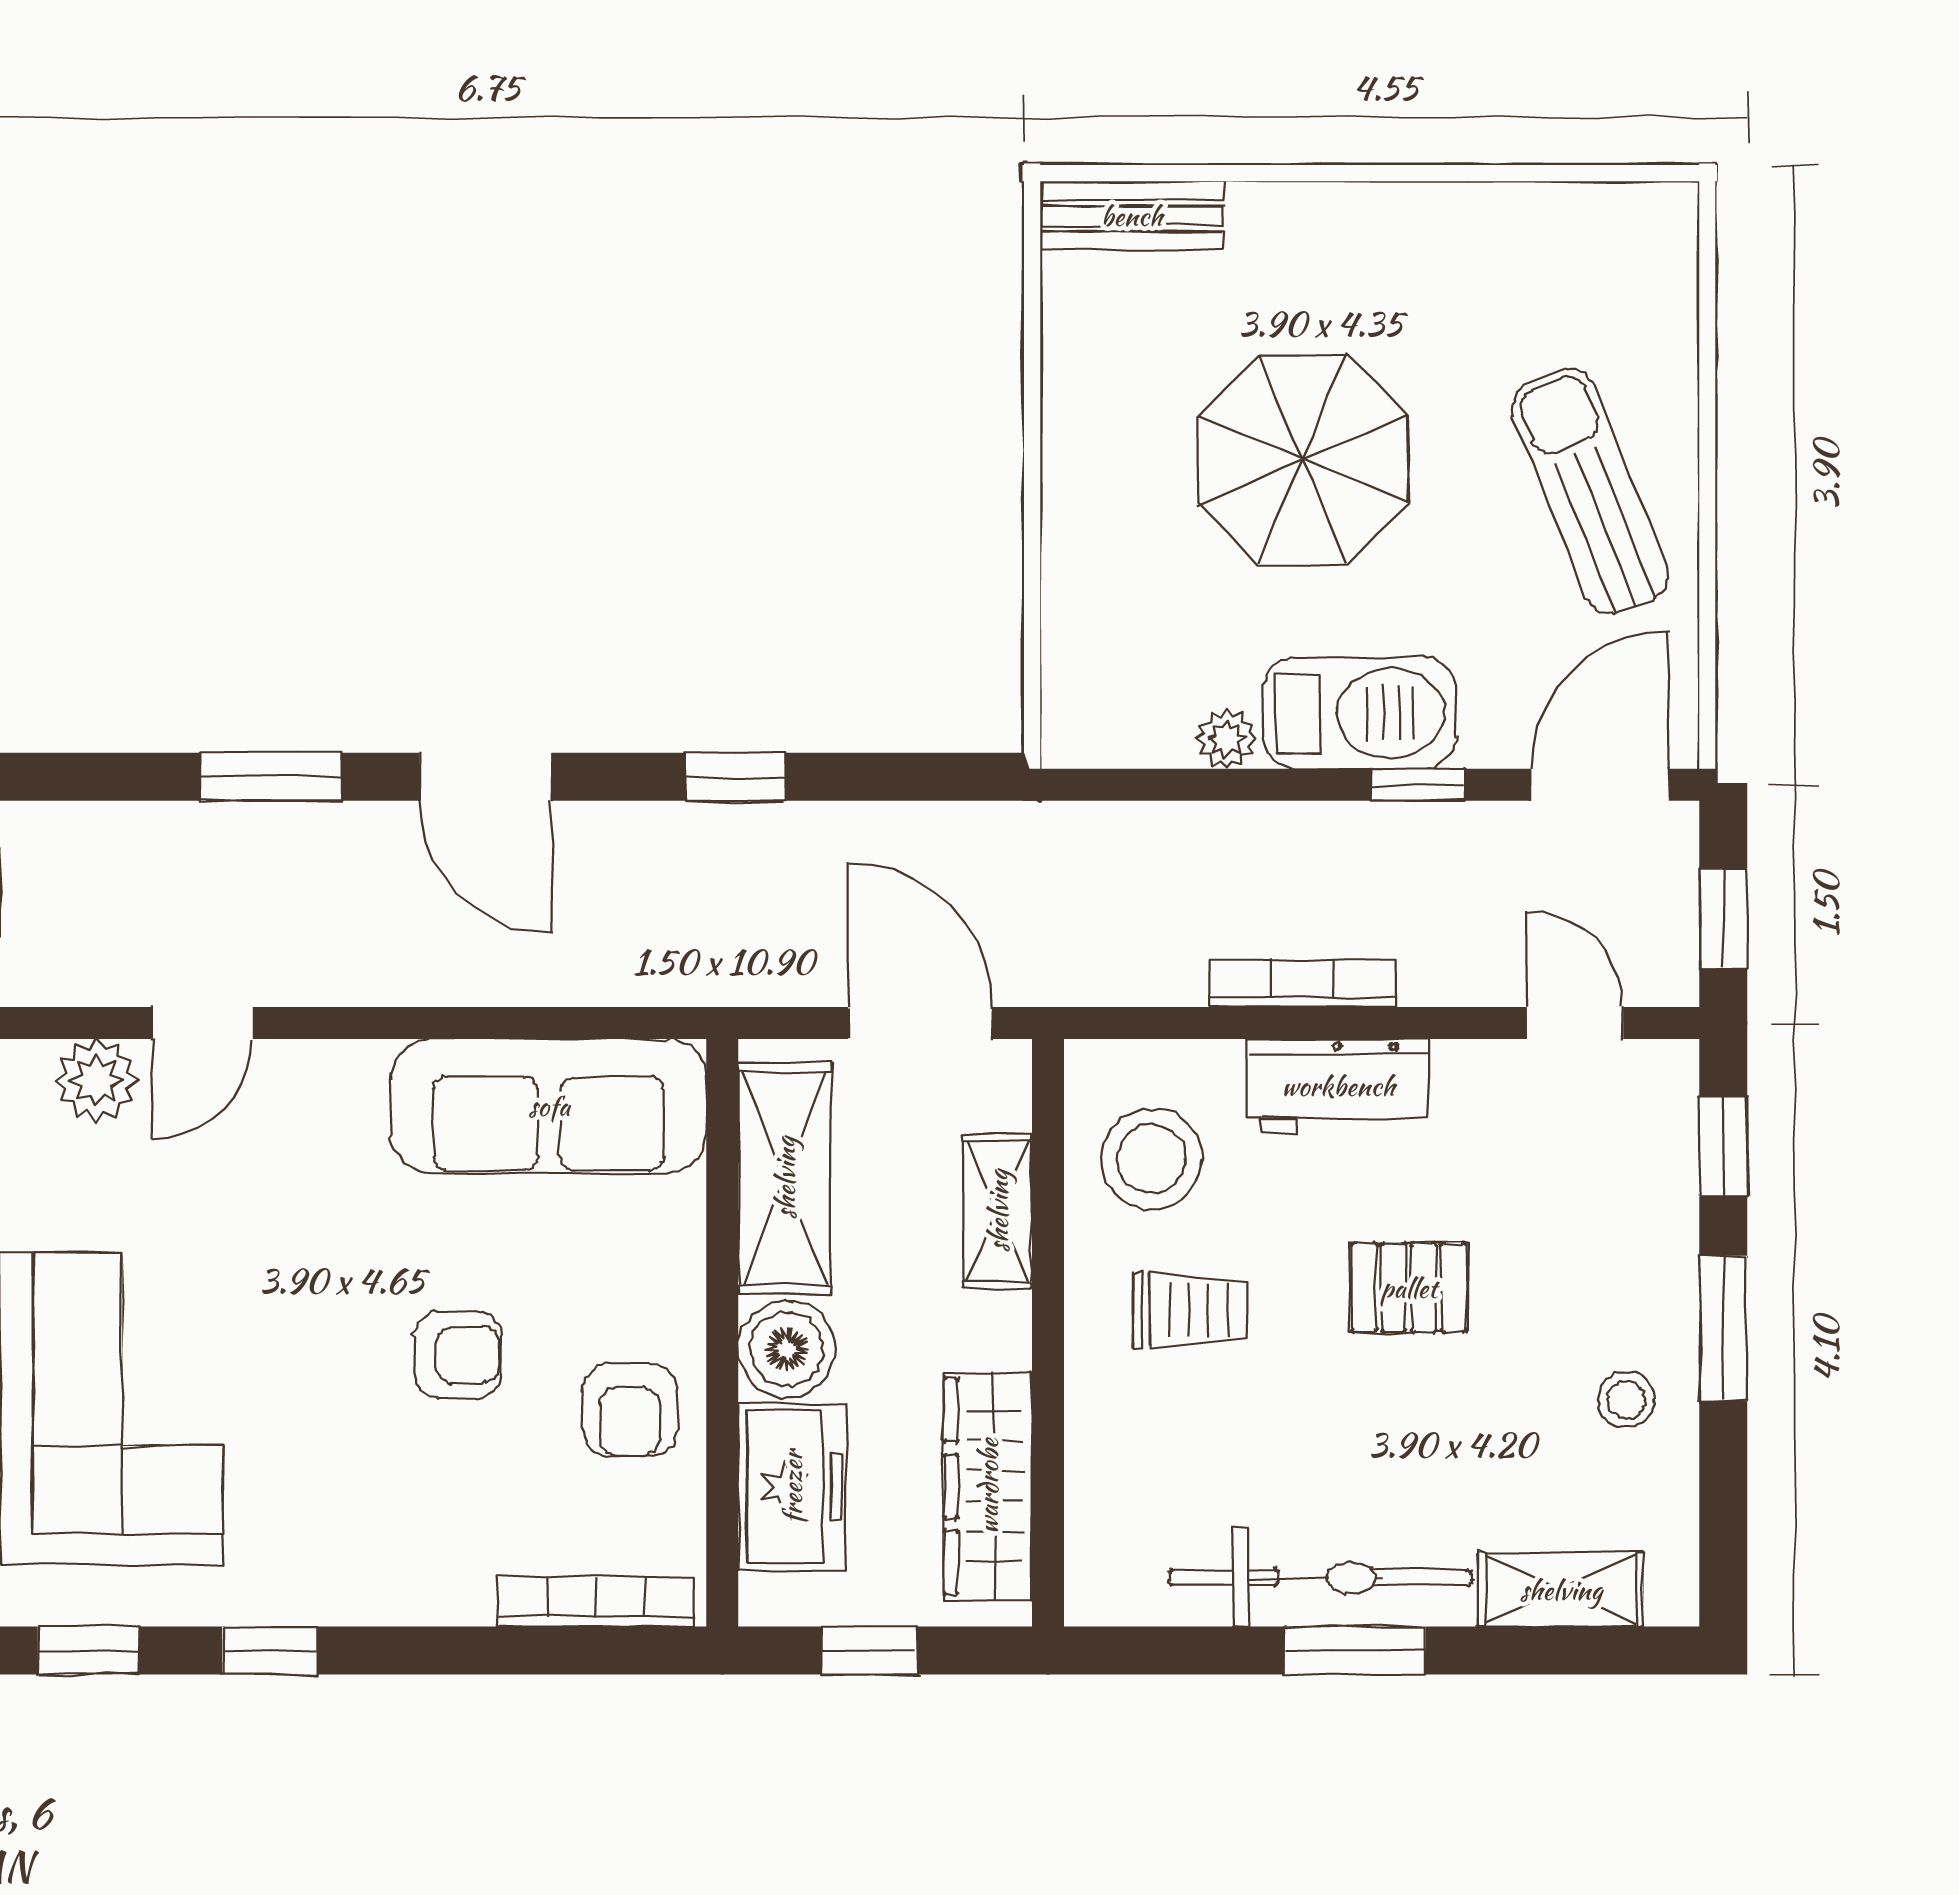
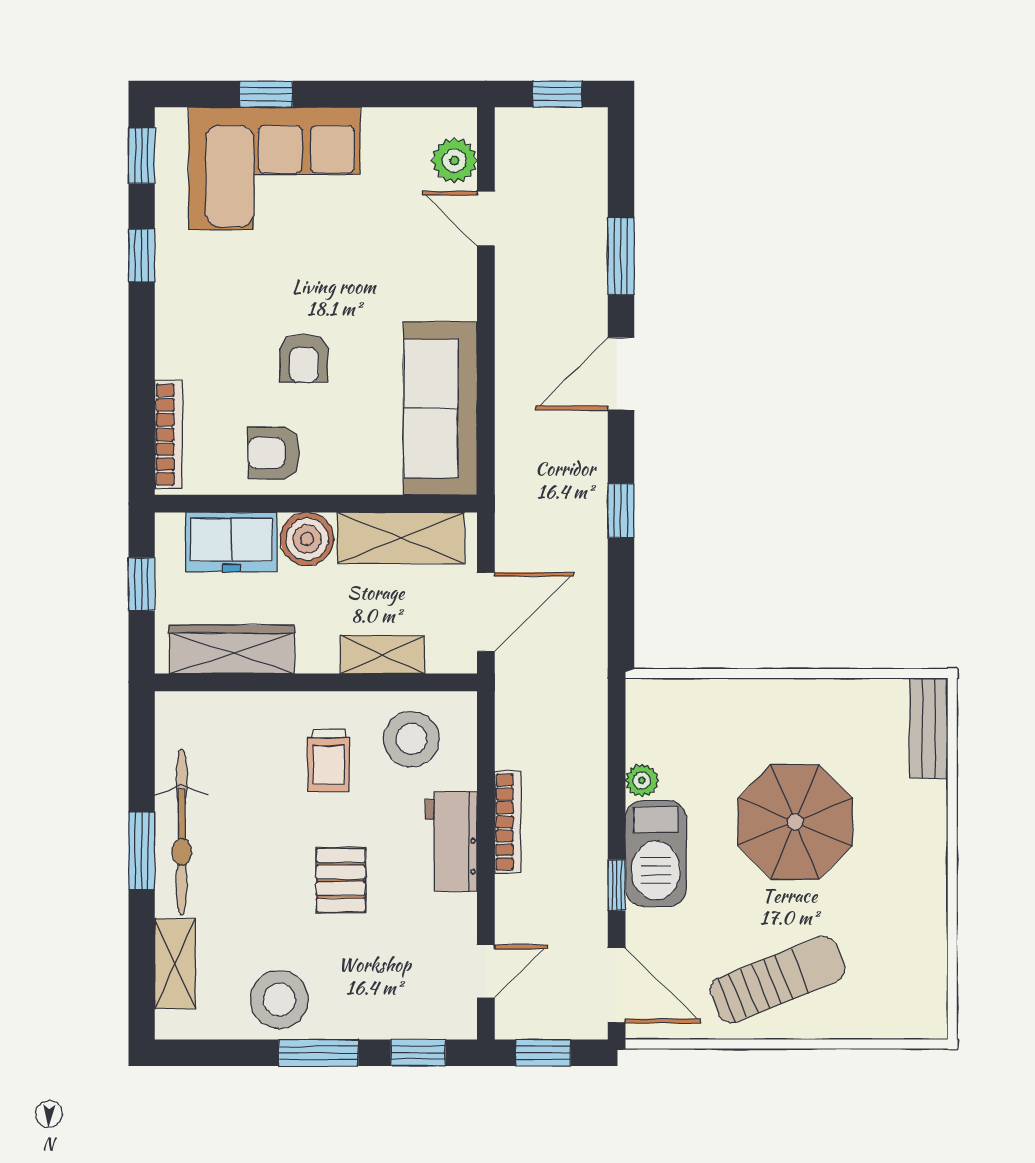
stool: (1626, 1400) -> (279, 1000), width x1.89, depth x1.89

